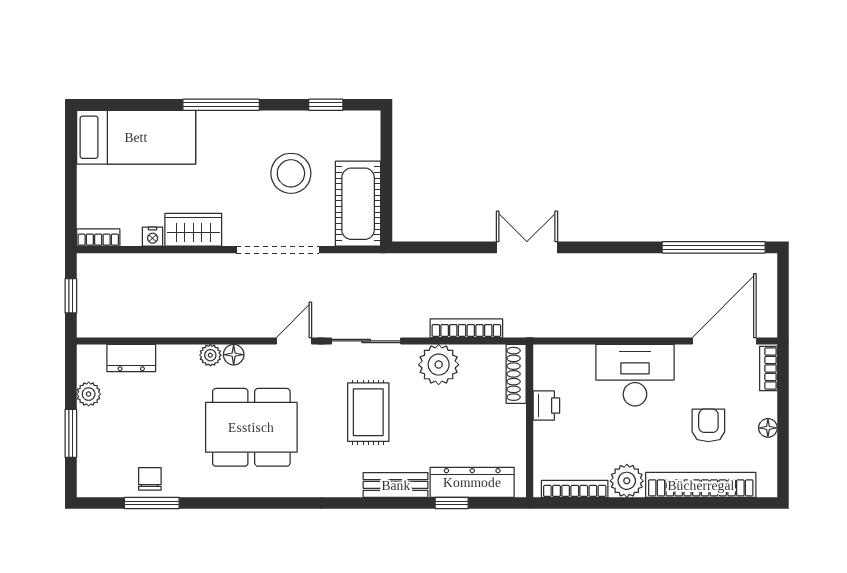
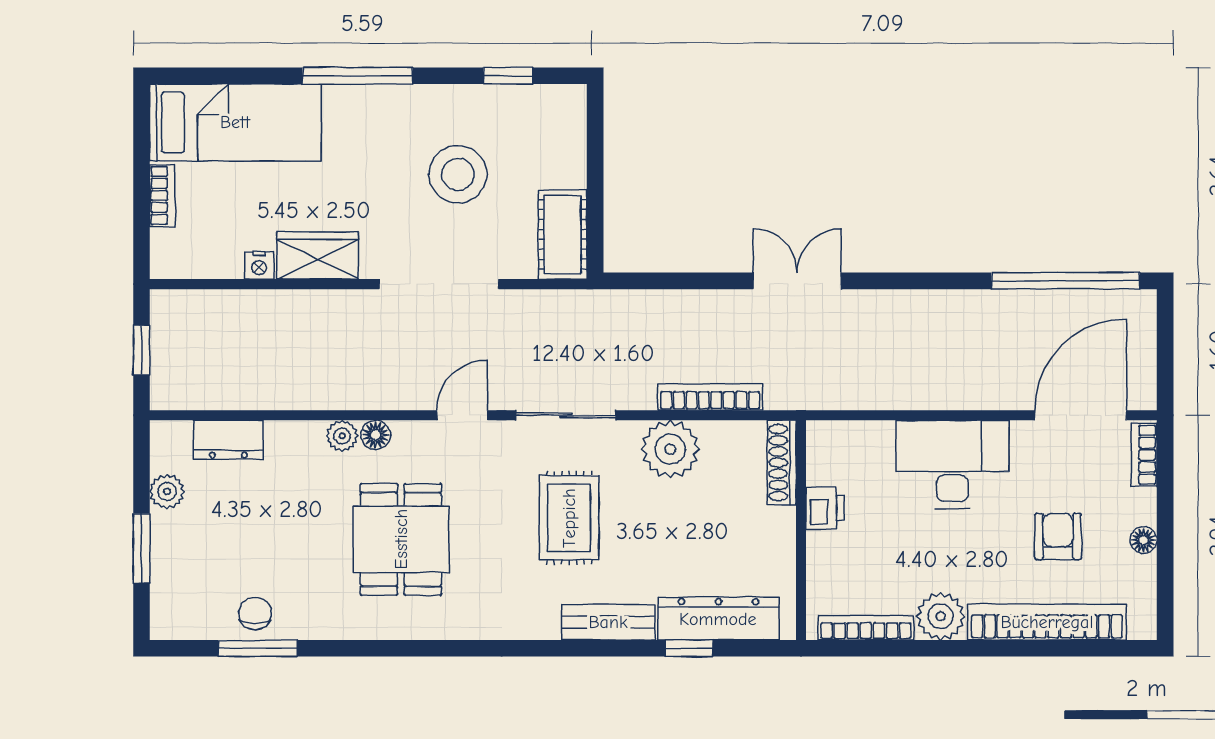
cot: (358, 204) -> (563, 235), width x0.73, depth x0.75
bookcase: (98, 238) -> (162, 195), moved, turned 90
dining table: (251, 427) -> (401, 539), width x0.73

